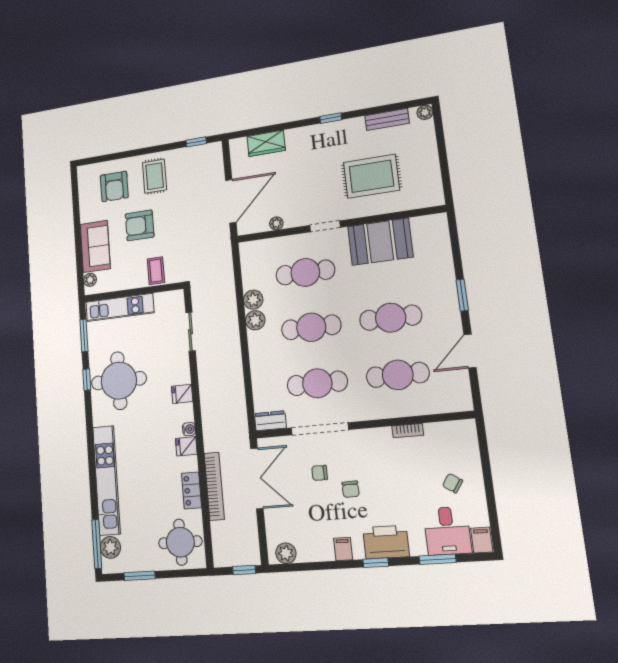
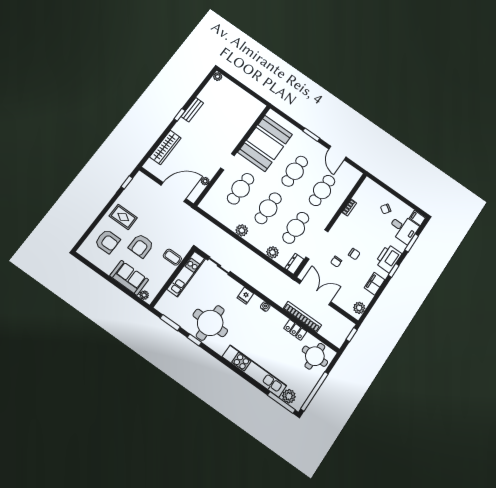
bench: (387, 119) -> (192, 110), moved
wardrobe: (266, 143) -> (165, 147), width x1.50
rug: (371, 176) -> (224, 123), removed
door: (231, 201) -> (174, 192), hinge flipped
booth: (380, 242) -> (265, 143), width x1.36, depth x1.42
plant: (253, 300) -> (273, 252), moved
kitchen unit: (120, 307) -> (186, 274), moved
fridge: (186, 446) -> (272, 315), removed
filing cabinet: (343, 549) -> (375, 284), width x2.00
window: (140, 576) -> (314, 391), width x2.11

